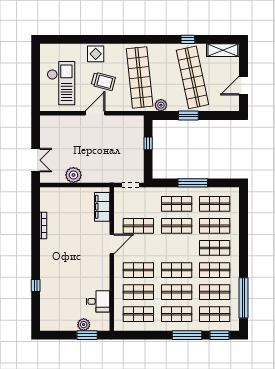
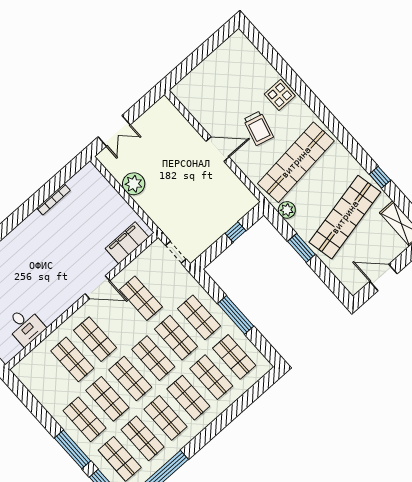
checkout: (61, 83) -> (217, 86), removed
shop shelf: (138, 314) -> (153, 358), moved

